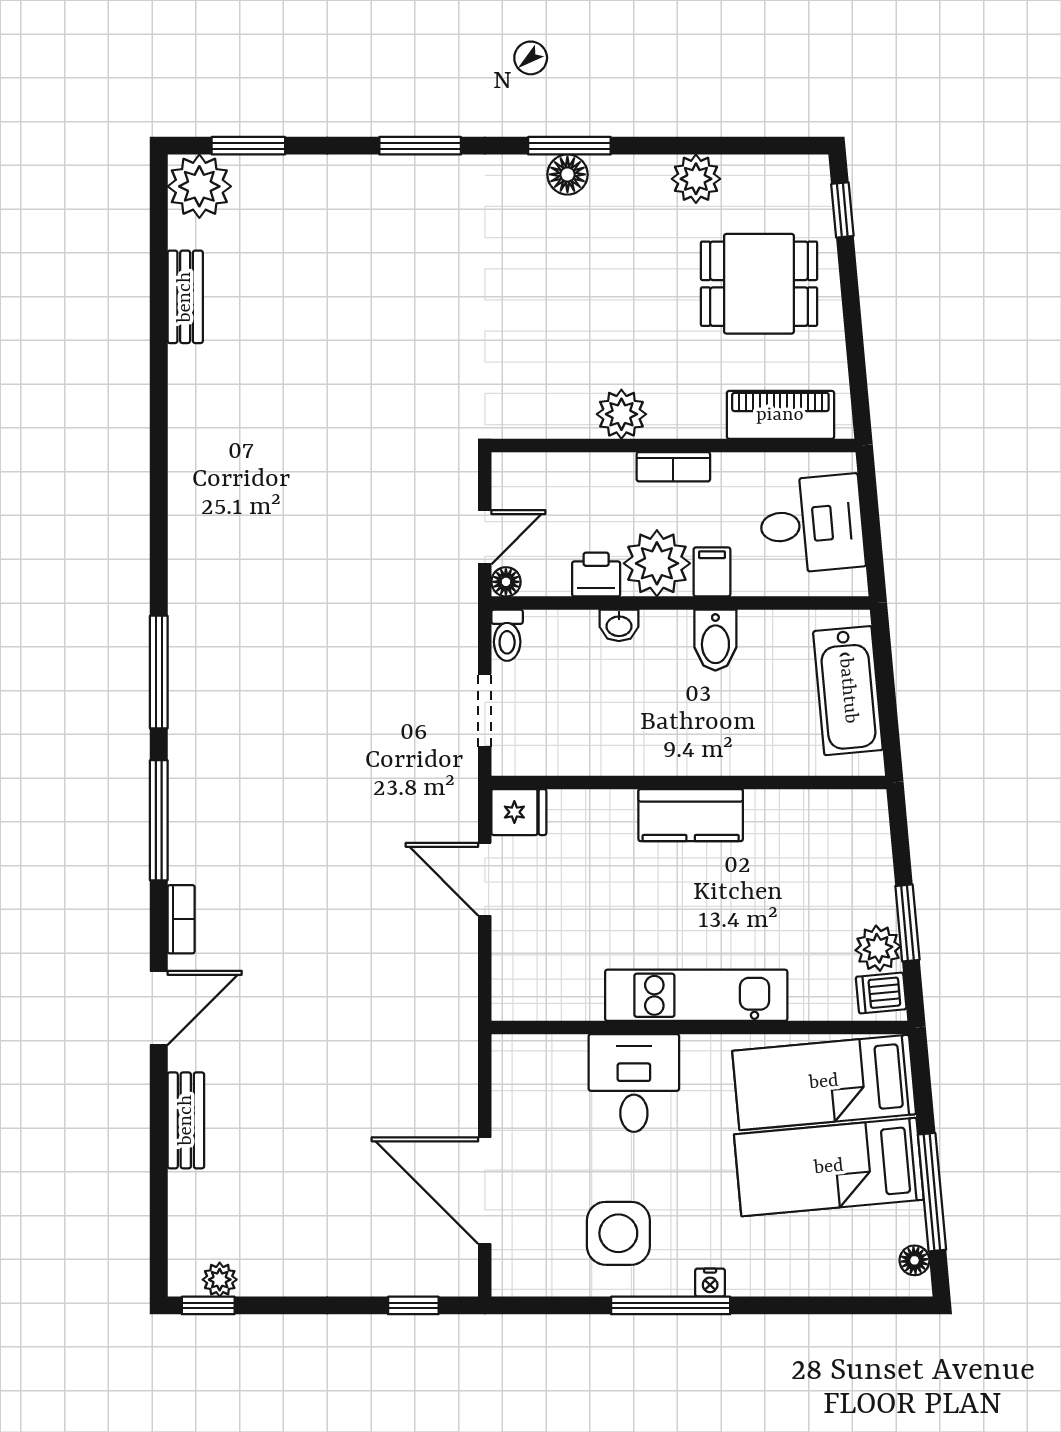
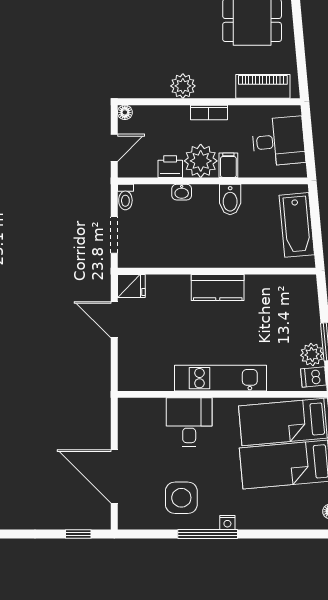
floor lamp: (506, 582) -> (125, 112), moved

